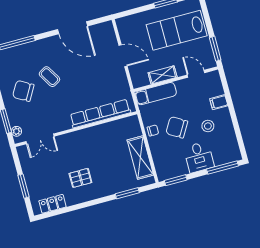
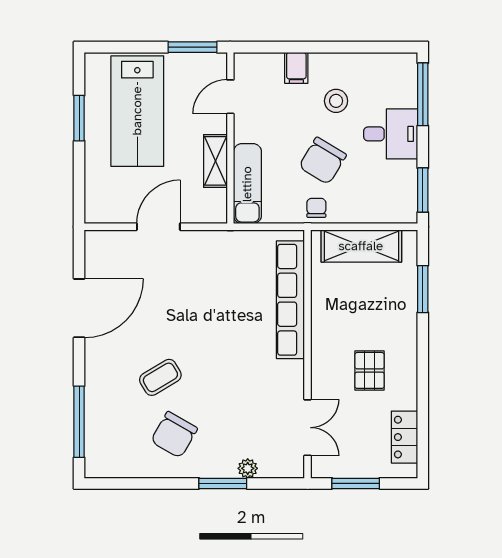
row of seats: (100, 114) -> (290, 300), moved
wall: (76, 129) -> (308, 354), moved
double door: (40, 139) -> (308, 428), moved

